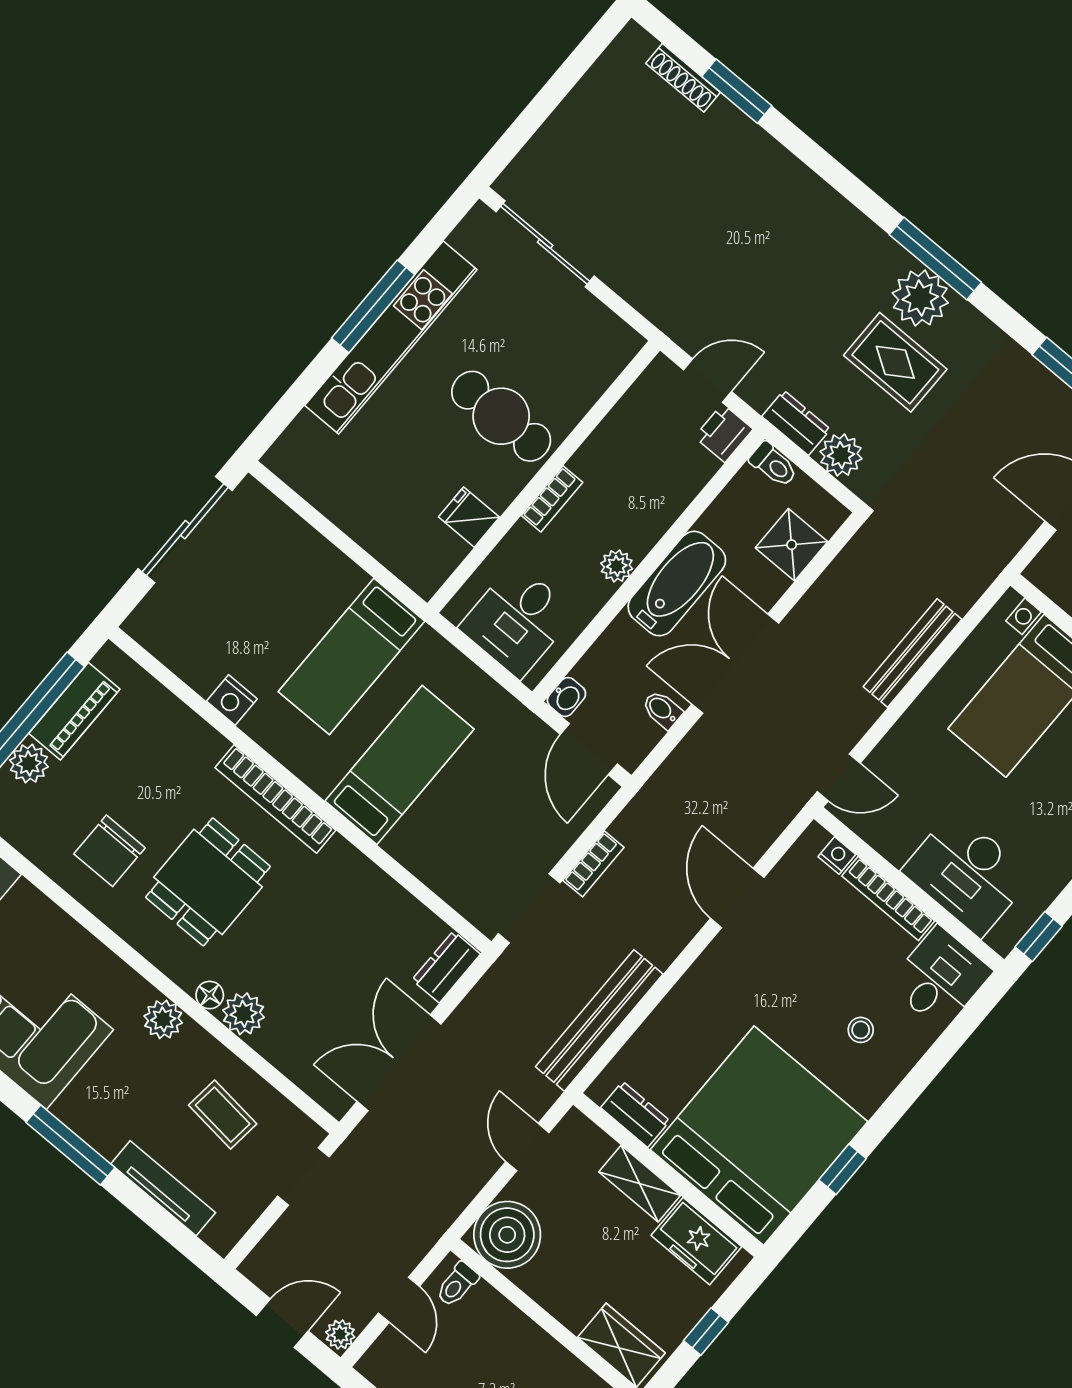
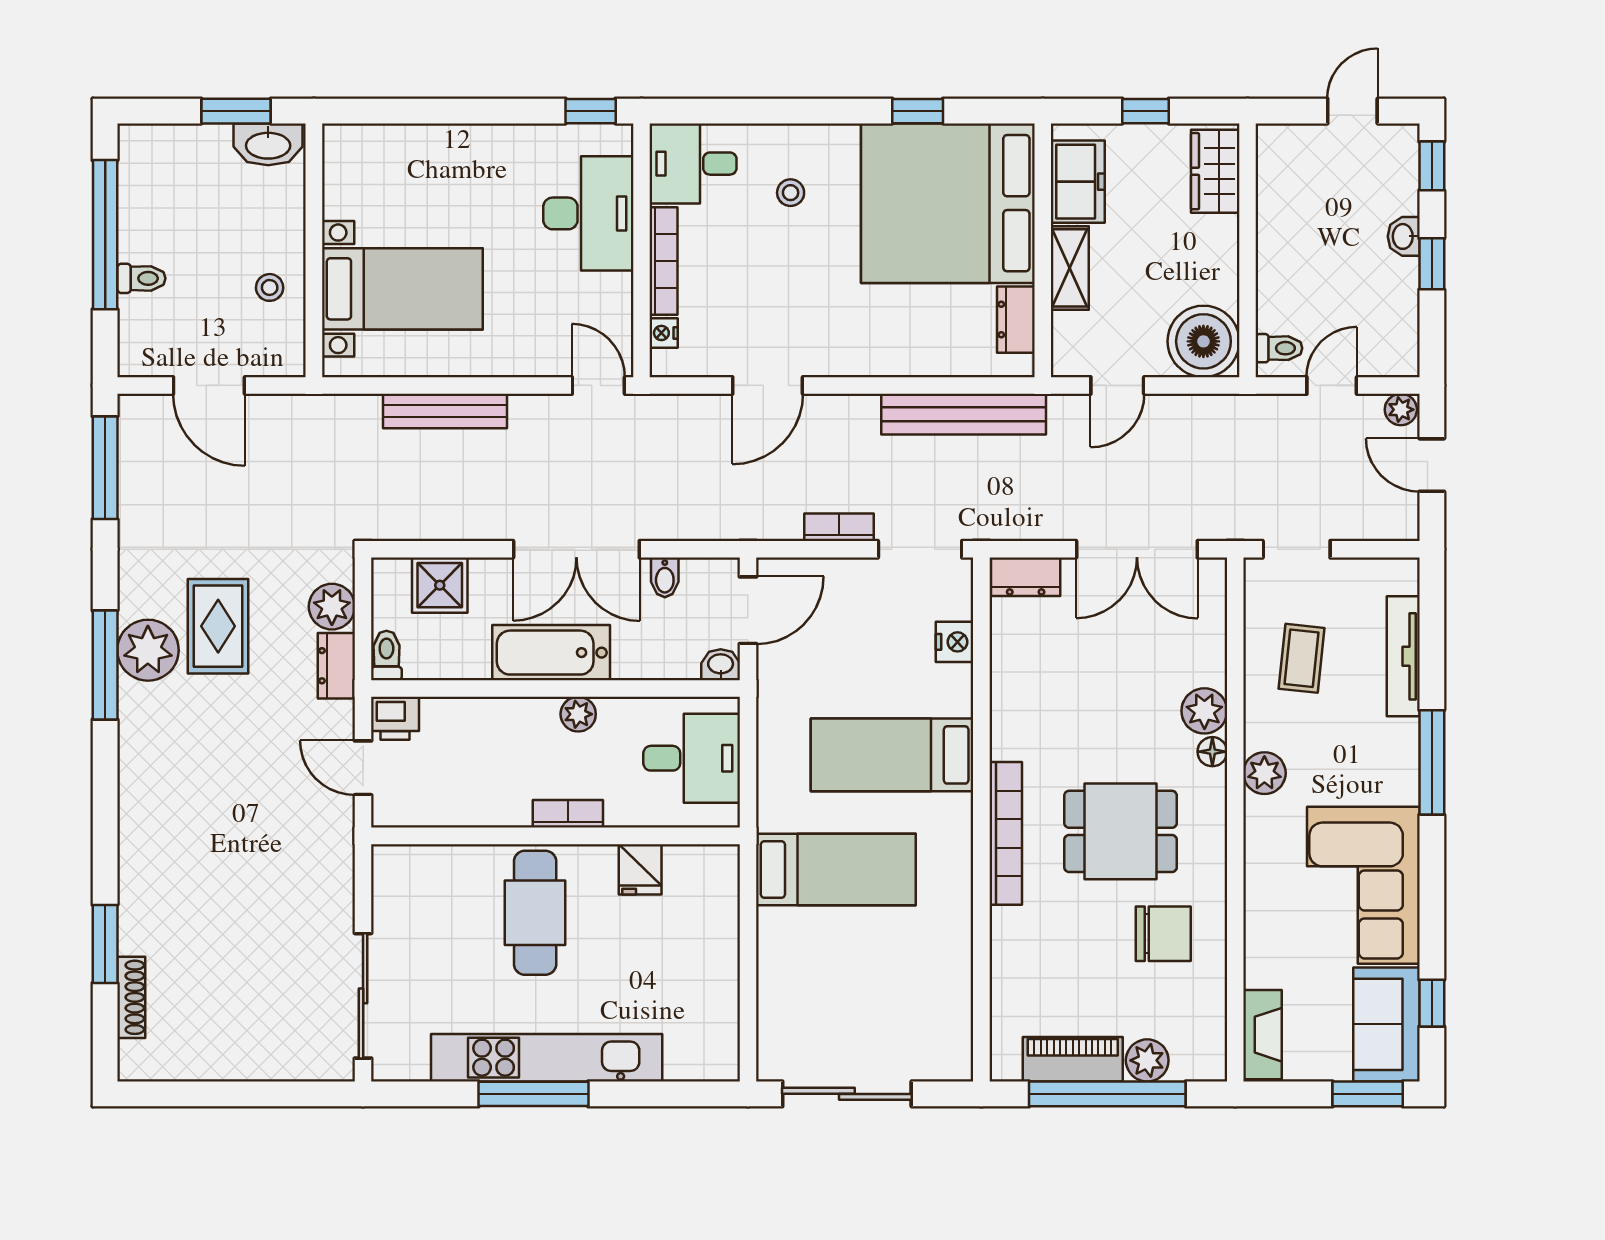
nightstand: (232, 700) -> (955, 642), moved

